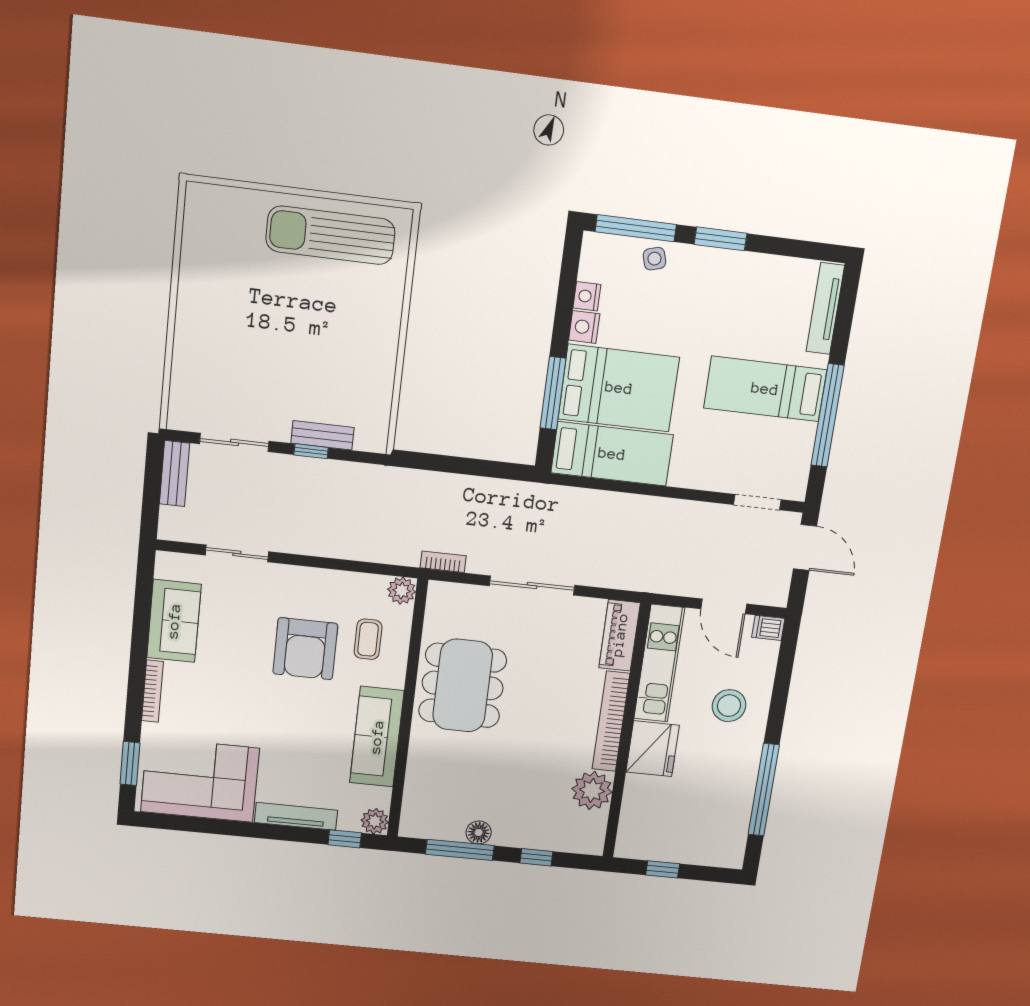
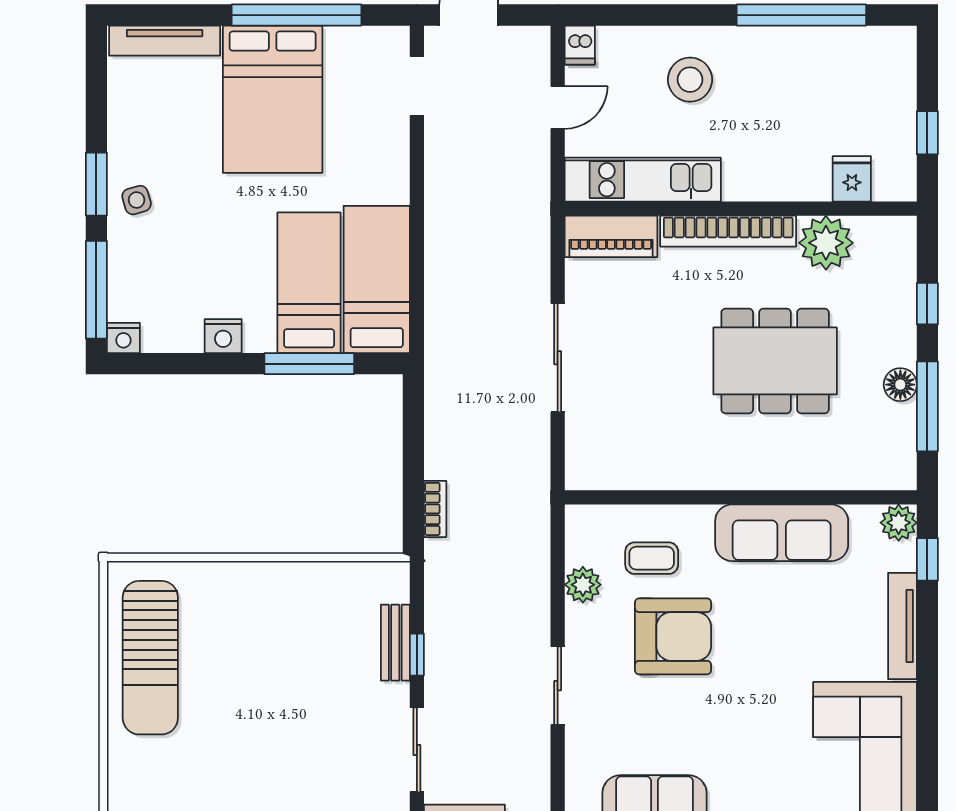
side table: (654, 259) -> (137, 200), moved
nightstand: (587, 296) -> (123, 338), moved
bed: (619, 388) -> (309, 283), width x0.67
bed: (765, 389) -> (273, 99), width x1.50
sliding door: (237, 553) -> (558, 686), moved
bookcase: (443, 562) -> (435, 509), moved, turned 180
plant: (402, 591) -> (583, 585), moved
door: (724, 606) -> (558, 107), width x0.73
dining table: (463, 686) -> (775, 361), moved
fridge: (653, 749) -> (852, 179), moved, width x0.53, depth x0.75

